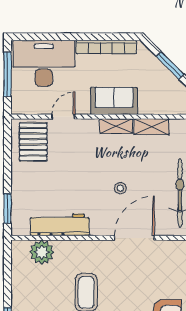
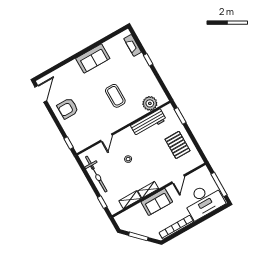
pallet: (33, 142) -> (177, 145), moved
door: (135, 238) -> (106, 138), width x0.53

